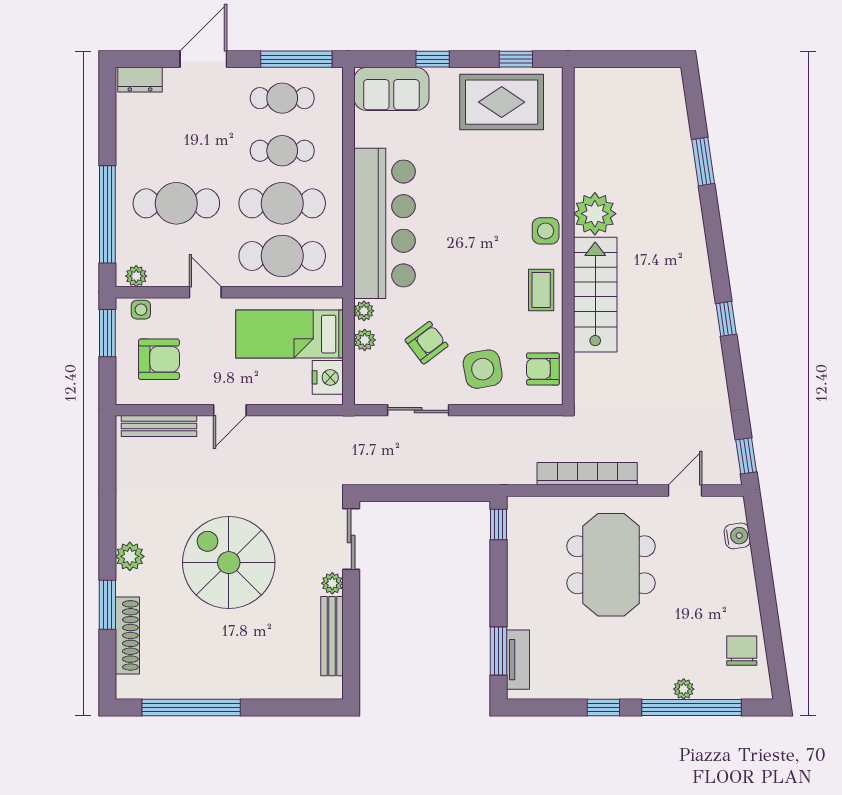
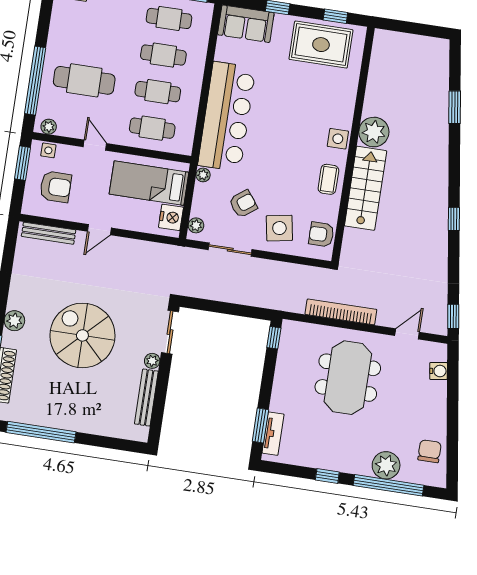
cafe table: (282, 203) -> (158, 92), width x0.73, depth x0.74
cafe table: (282, 256) -> (152, 128), width x0.73, depth x0.74
plant: (365, 340) -> (196, 225), moved
plant: (684, 689) -> (386, 465), width x1.88, depth x1.88

